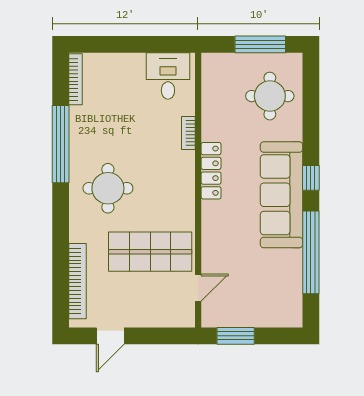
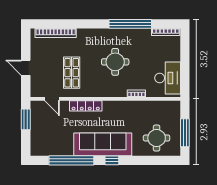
desk: (168, 76) -> (168, 78), width x1.37
locker: (211, 171) -> (86, 106), moved
round table: (108, 188) -> (115, 62), moved
shop shelf: (150, 252) -> (72, 73), width x0.70, depth x0.74
door: (110, 336) -> (26, 68), moved

